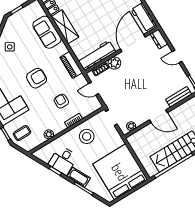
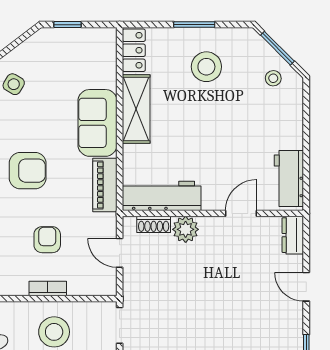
sofa: (47, 32) -> (97, 123), moved
door: (133, 43) -> (241, 213), width x0.53

